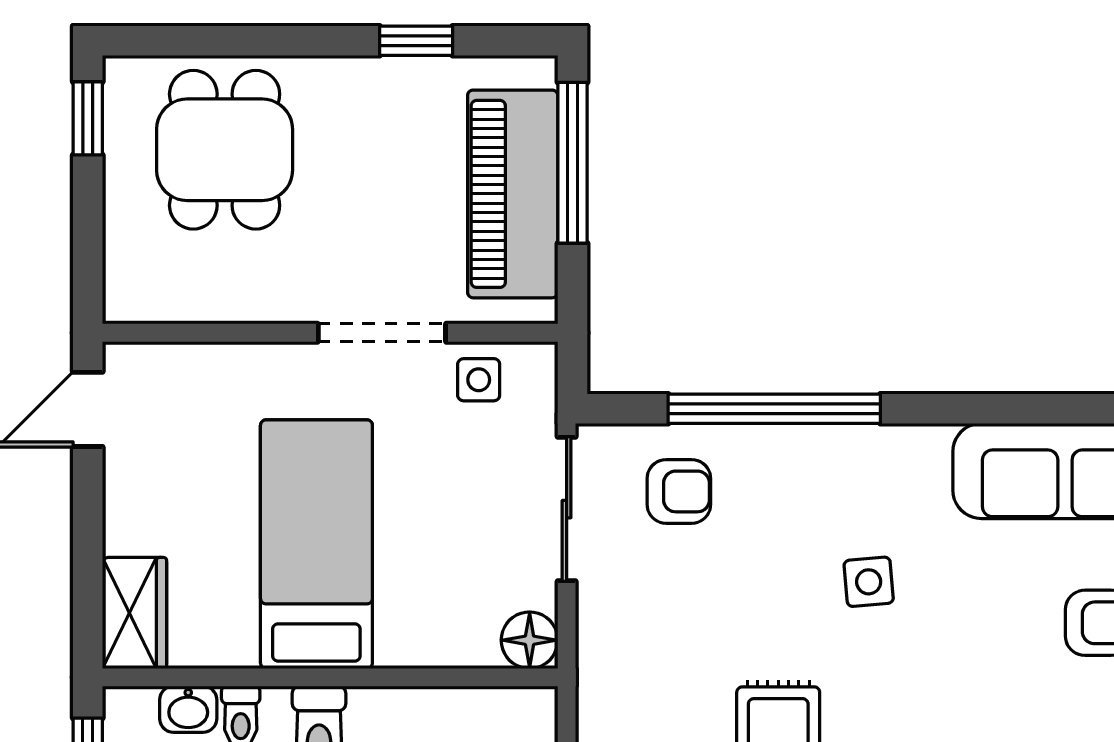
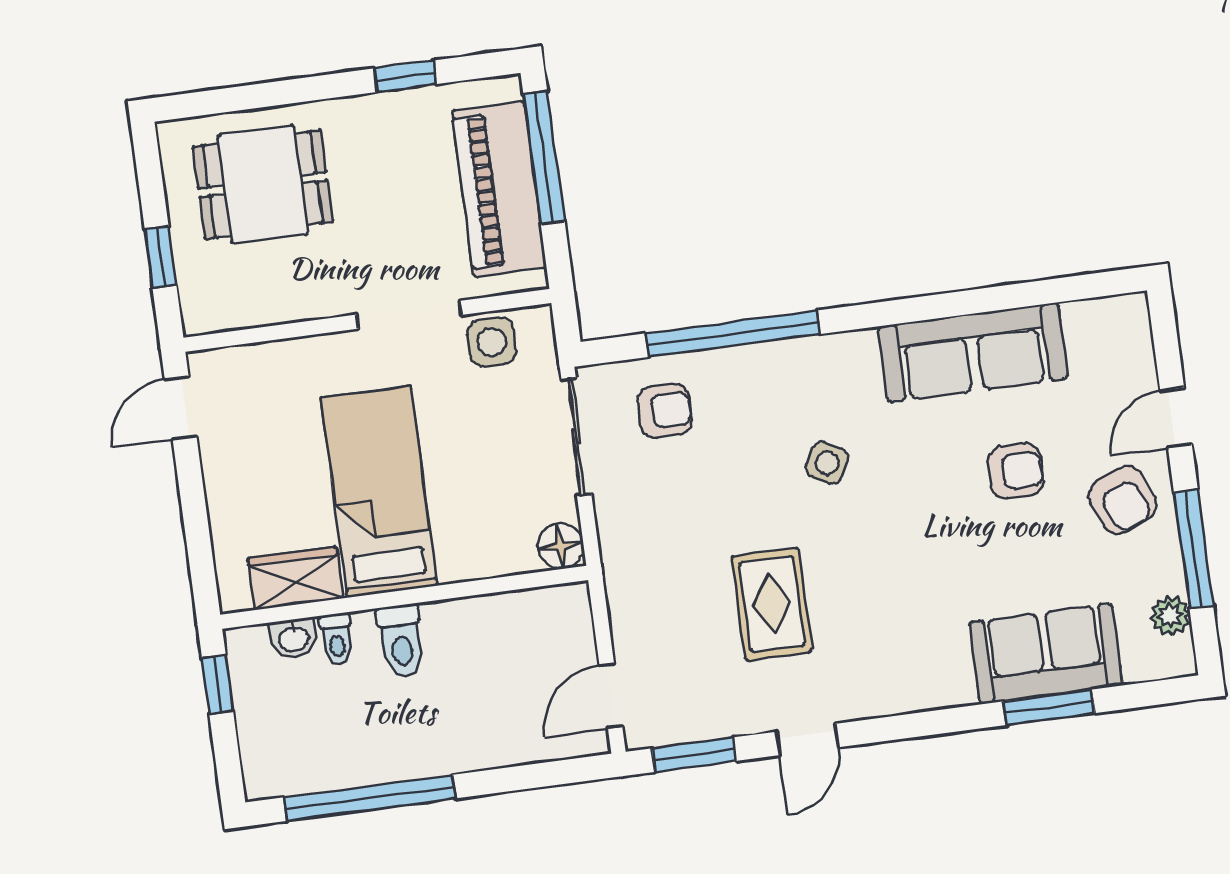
window: (88, 118) -> (160, 257), moved
dining table: (225, 150) -> (263, 184), turned 90
side table: (479, 380) -> (492, 342), width x1.37, depth x1.37
side table: (869, 582) -> (827, 463), turned 34
wardrobe: (134, 613) -> (295, 578), moved, turned -90

